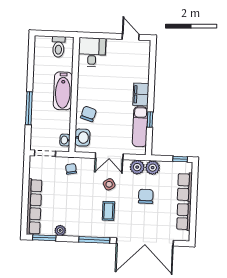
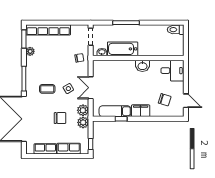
door: (131, 37) -> (186, 101), hinge flipped
toilet: (58, 47) -> (176, 30), moved
bathtub: (63, 91) -> (123, 49), moved
chair: (88, 114) -> (165, 100), moved
washbasin: (82, 138) -> (142, 66), moved

